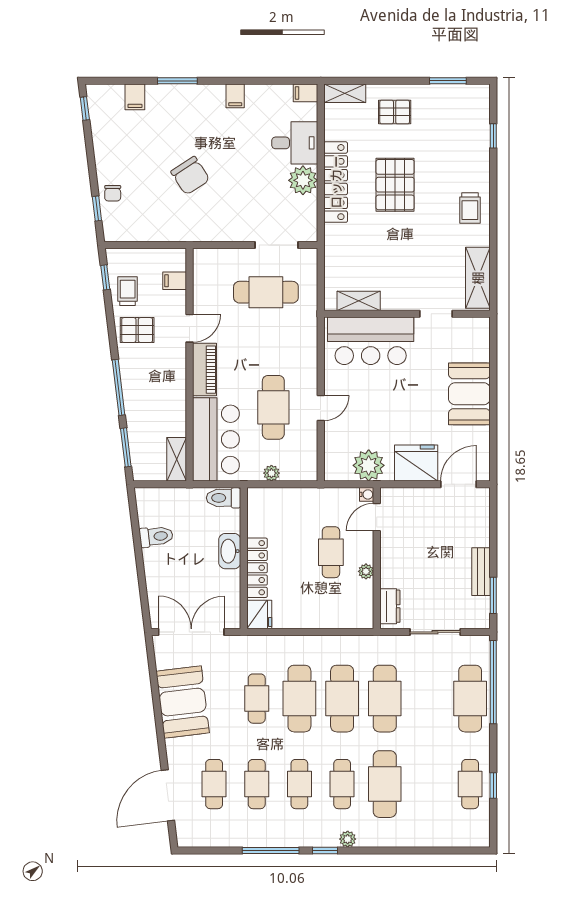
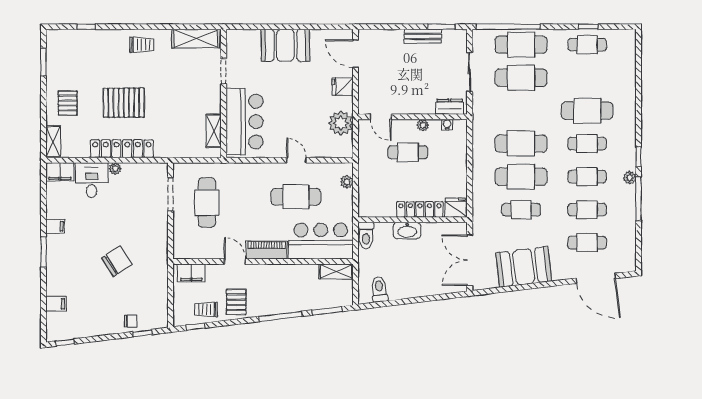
window: (177, 81) -> (43, 252), moved
filing cabinet: (305, 93) -> (60, 172), width x2.00
plant: (303, 180) -> (115, 169), width x0.53, depth x0.53
filing cabinet: (175, 281) -> (191, 273), width x2.00
fridge: (416, 463) -> (343, 86), width x0.53, depth x0.75
plant: (271, 473) -> (347, 182), moved
water cooler: (367, 494) -> (447, 125), moved
toilet: (156, 536) -> (379, 289), moved
cafe table: (385, 699) -> (521, 78), moved
plant: (348, 839) -> (630, 178), moved

